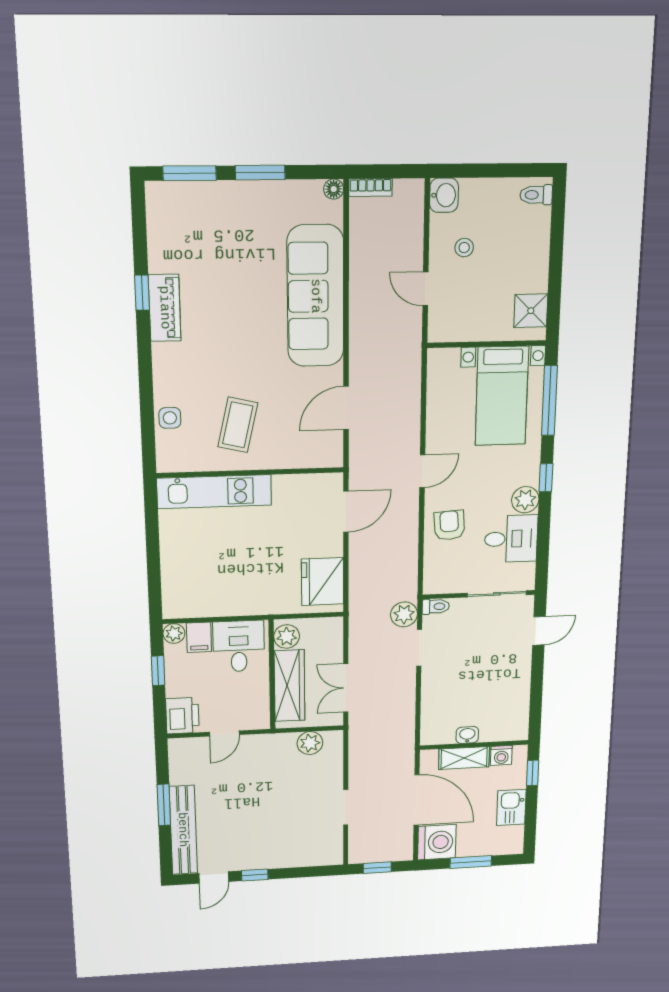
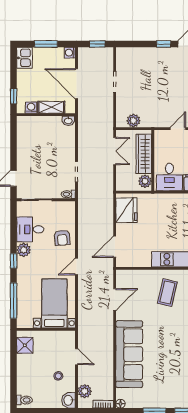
bed with nightstands: (502, 396) -> (54, 303), moved
plant: (404, 614) -> (85, 391), moved
washbasin: (467, 735) -> (68, 121), moved
kitchen sink: (511, 807) -> (24, 58), moved
washing machine: (437, 842) -> (70, 53), width x0.53, depth x0.53

